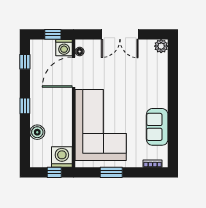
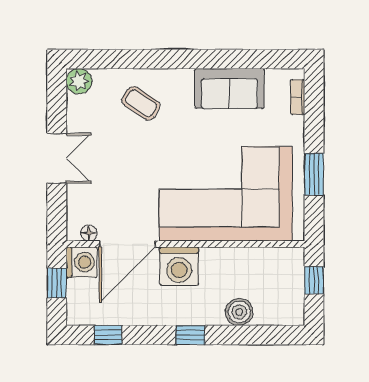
double door: (120, 34) -> (57, 158), width x0.73
door: (74, 72) -> (127, 244), hinge flipped
coffee table: (149, 79) -> (141, 103), added
washing machine: (62, 157) -> (179, 266), moved, turned -90

